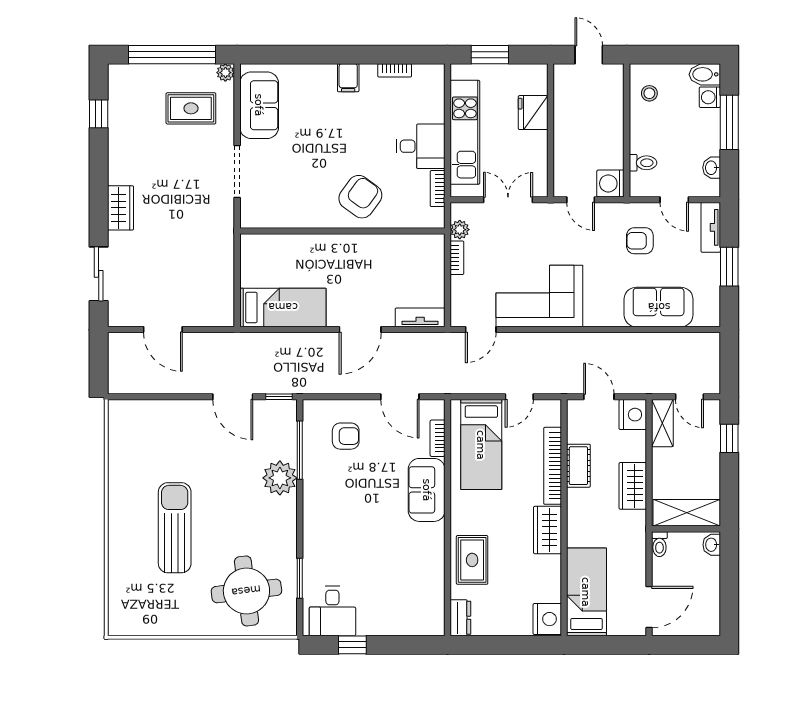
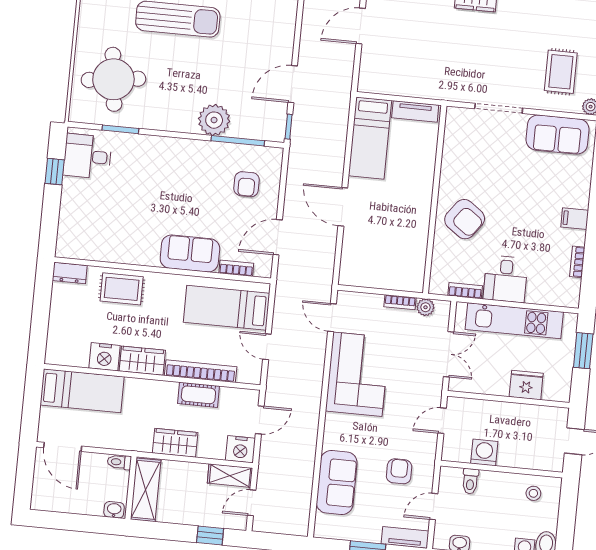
washing machine: (610, 183) -> (484, 452), moved
tv unit: (420, 317) -> (415, 111), moved, turned 90
nightstand: (547, 619) -> (104, 357), moved

